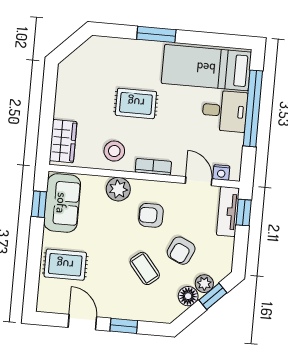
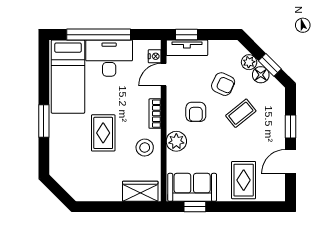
desk: (225, 111) -> (109, 58), width x1.37
window: (213, 296) -> (270, 65), moved

